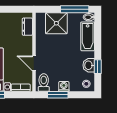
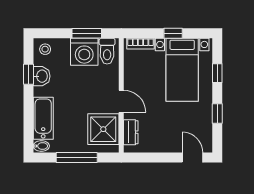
window: (75, 9) -> (77, 158), moved
shower: (56, 23) -> (103, 129), moved
door: (34, 63) -> (121, 101), moved
washing machine: (64, 86) -> (84, 52), width x1.89, depth x1.89

